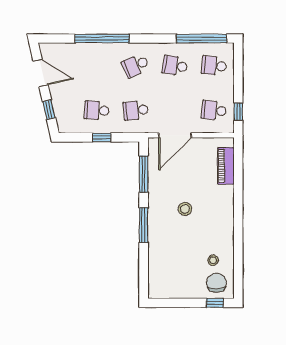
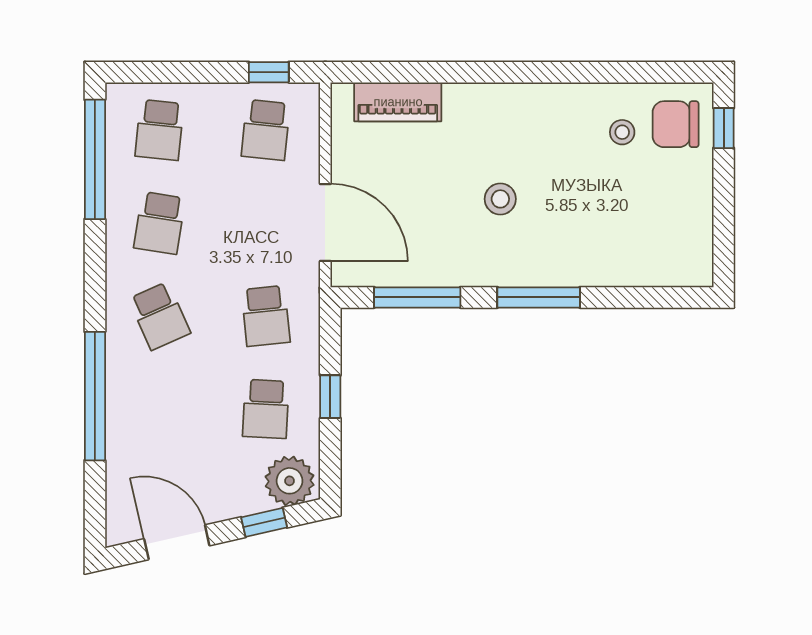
door: (41, 73) -> (177, 542), hinge flipped
plant: (66, 120) -> (290, 481), added

